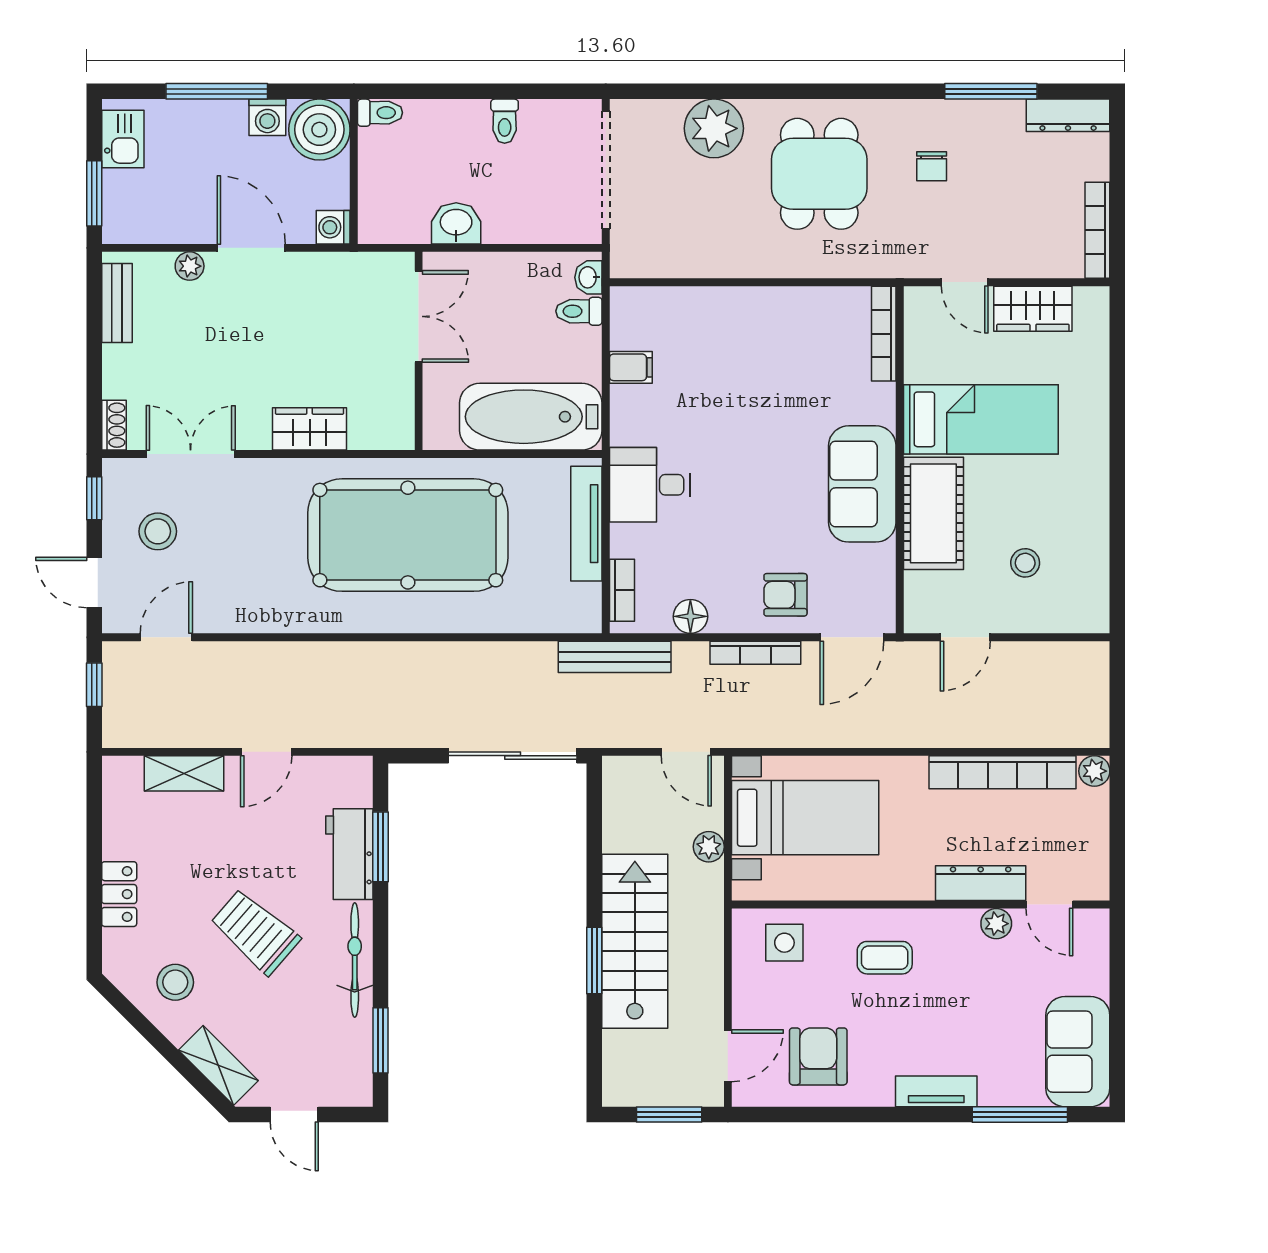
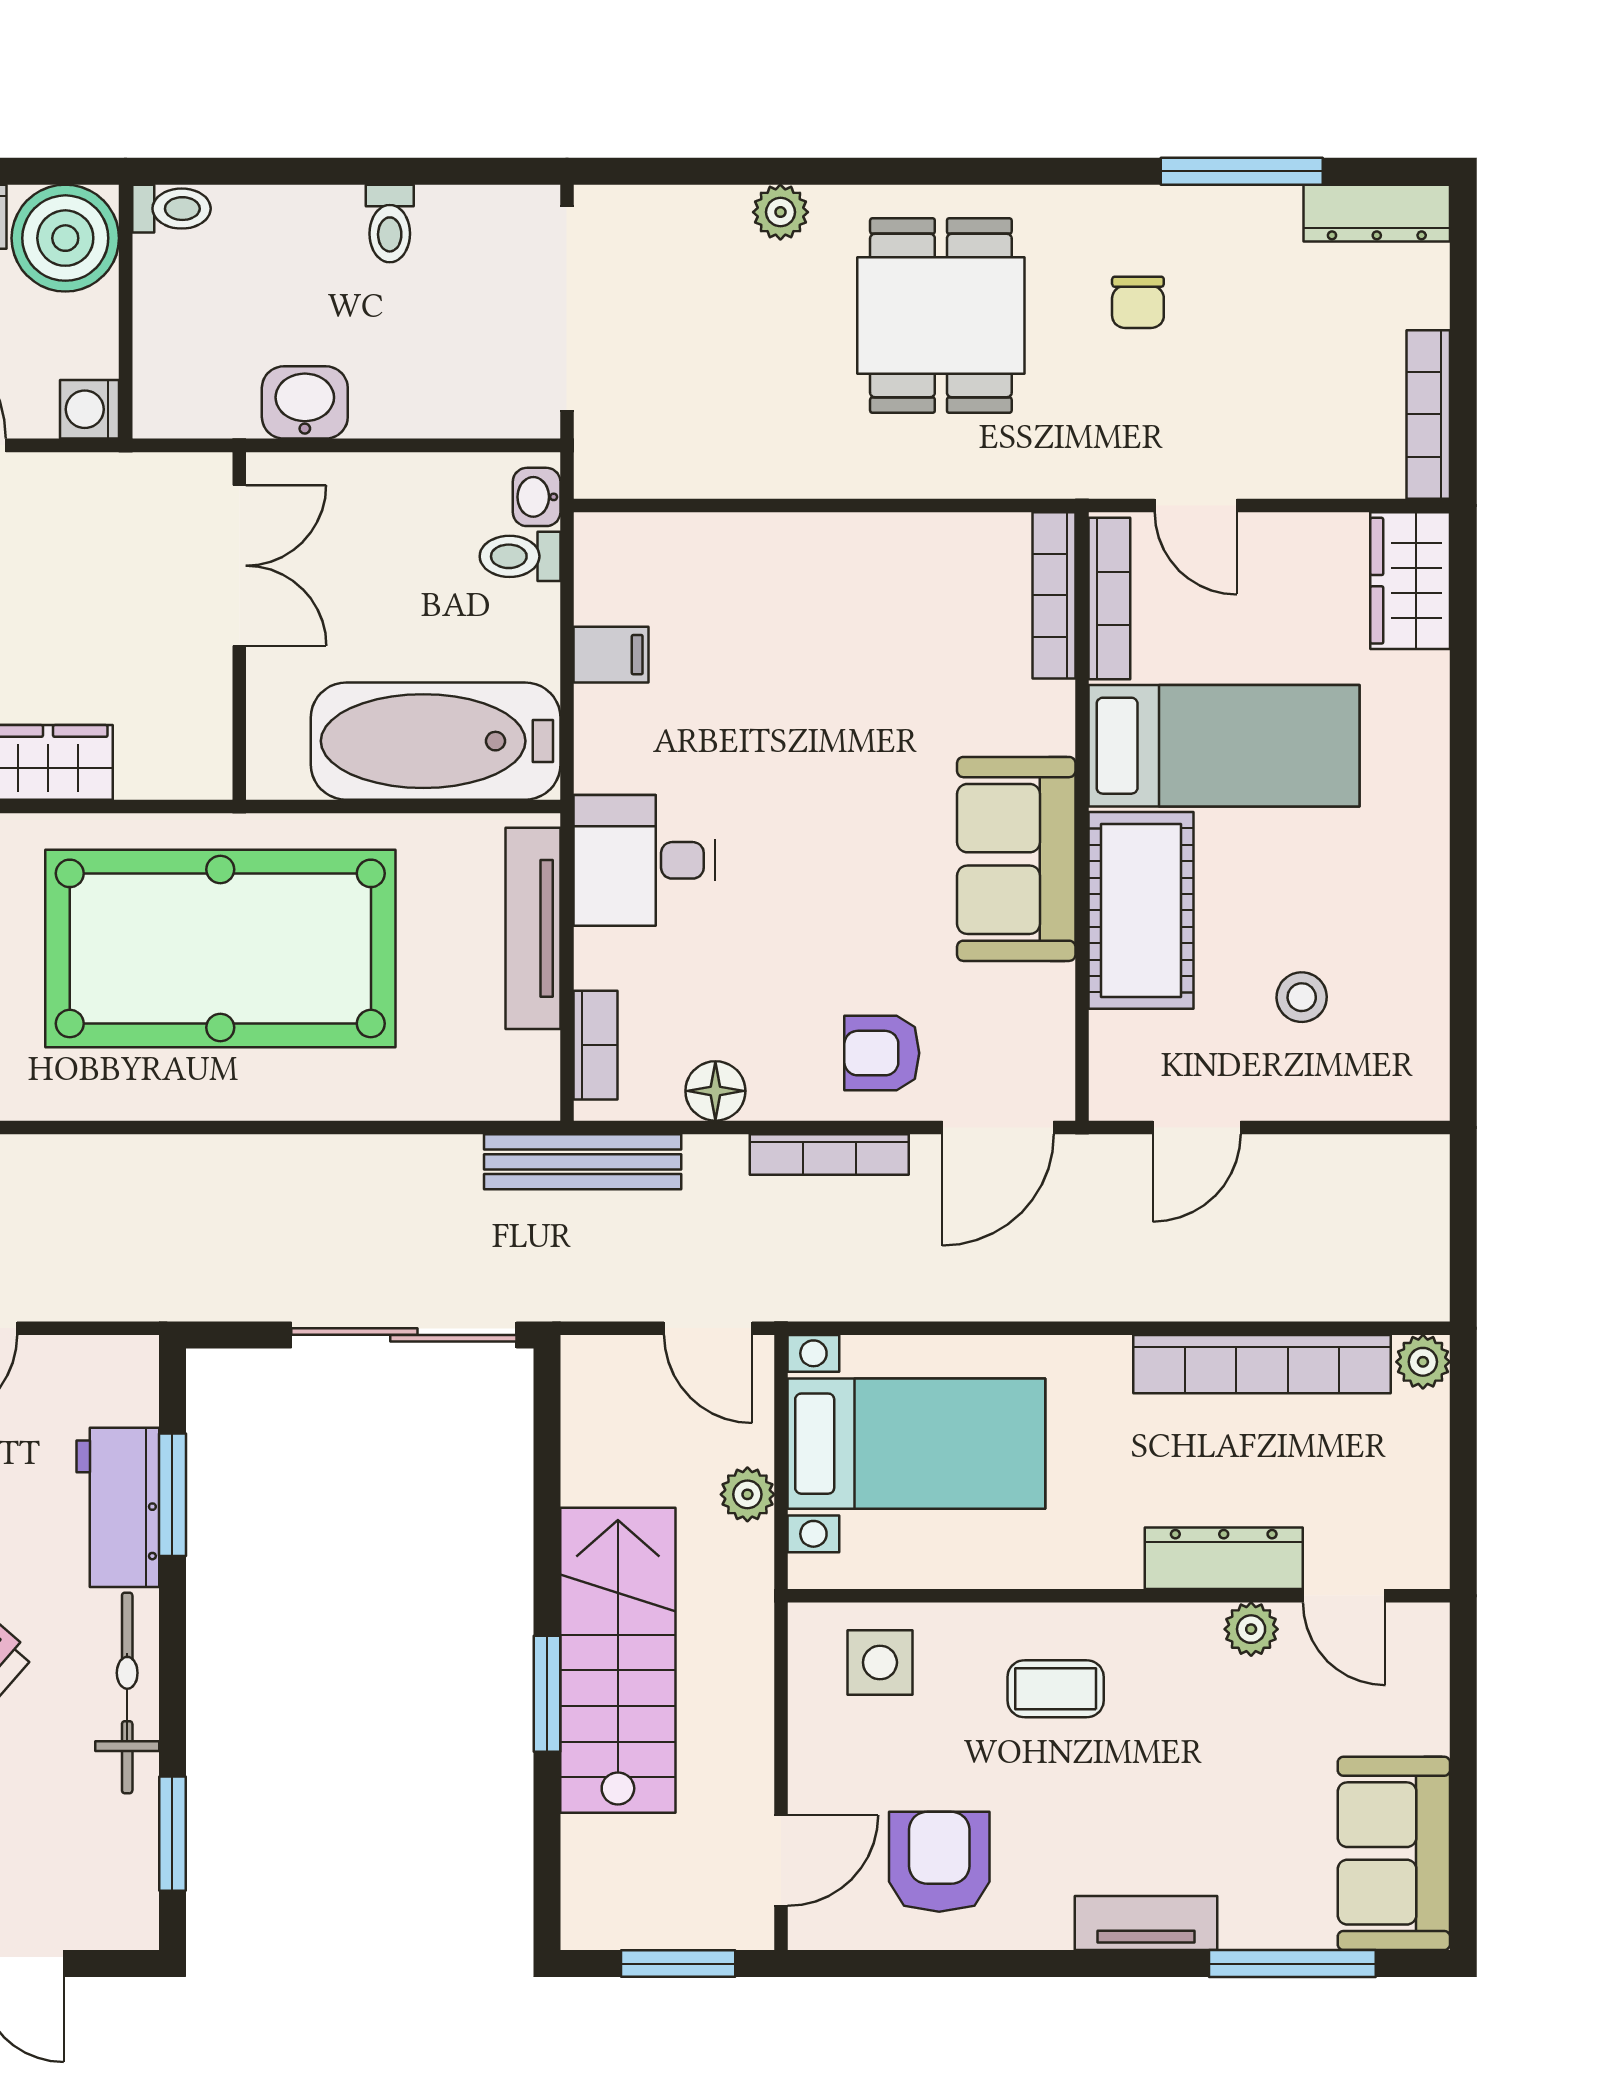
plant: (714, 128) -> (780, 212), width x0.53, depth x0.53
wardrobe: (1033, 309) -> (1410, 581), moved, turned 90
bookcase: (915, 335) -> (1109, 599), added

